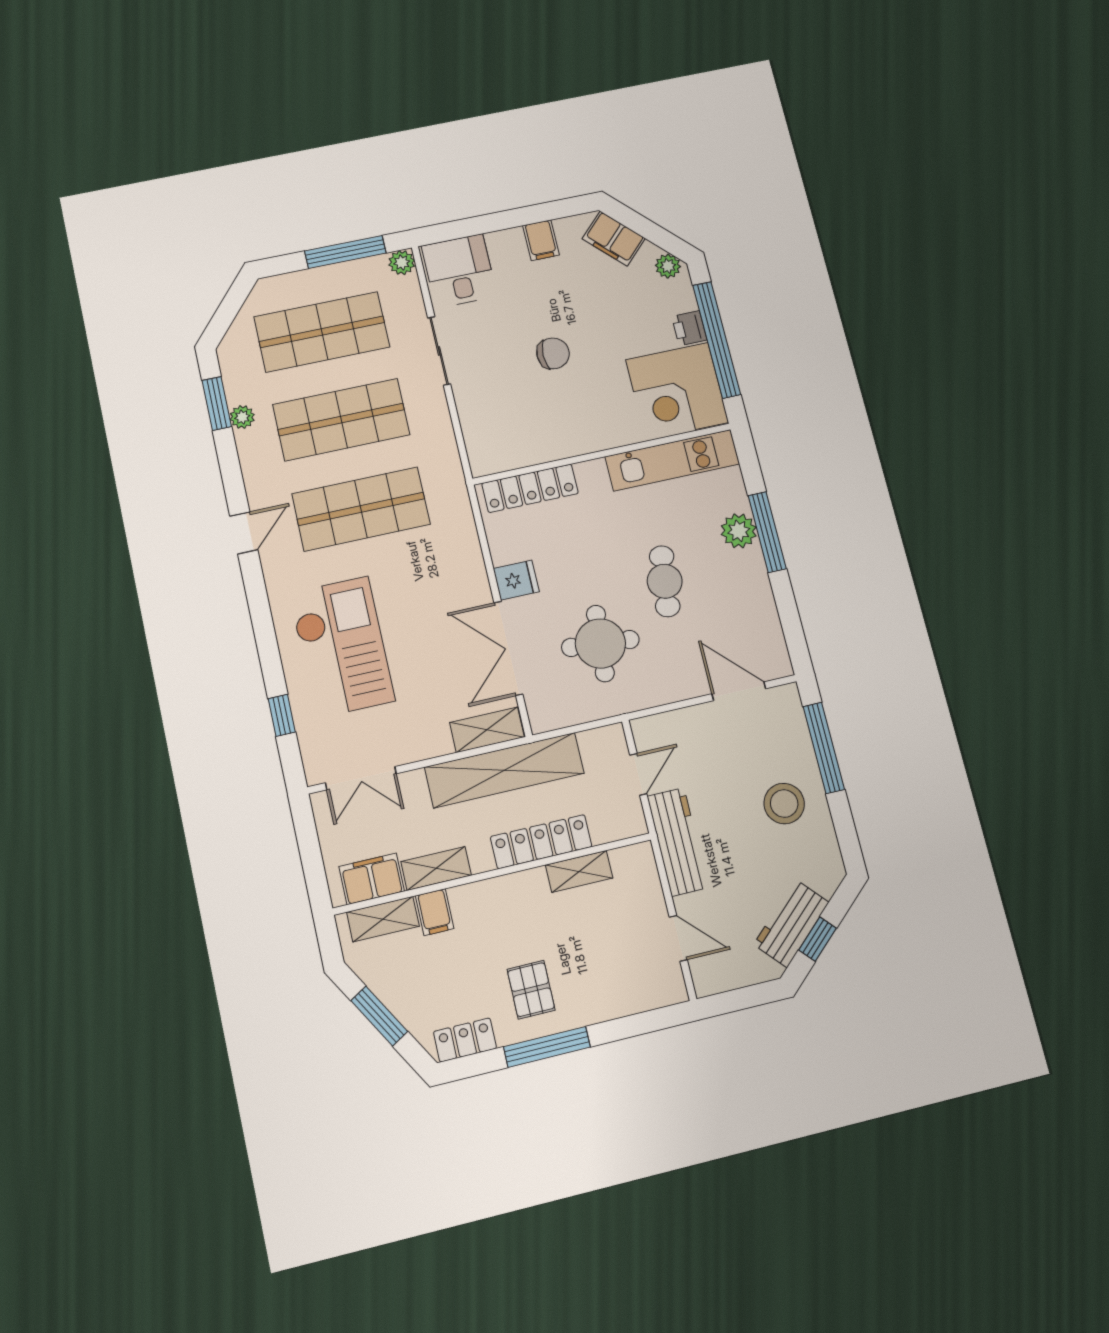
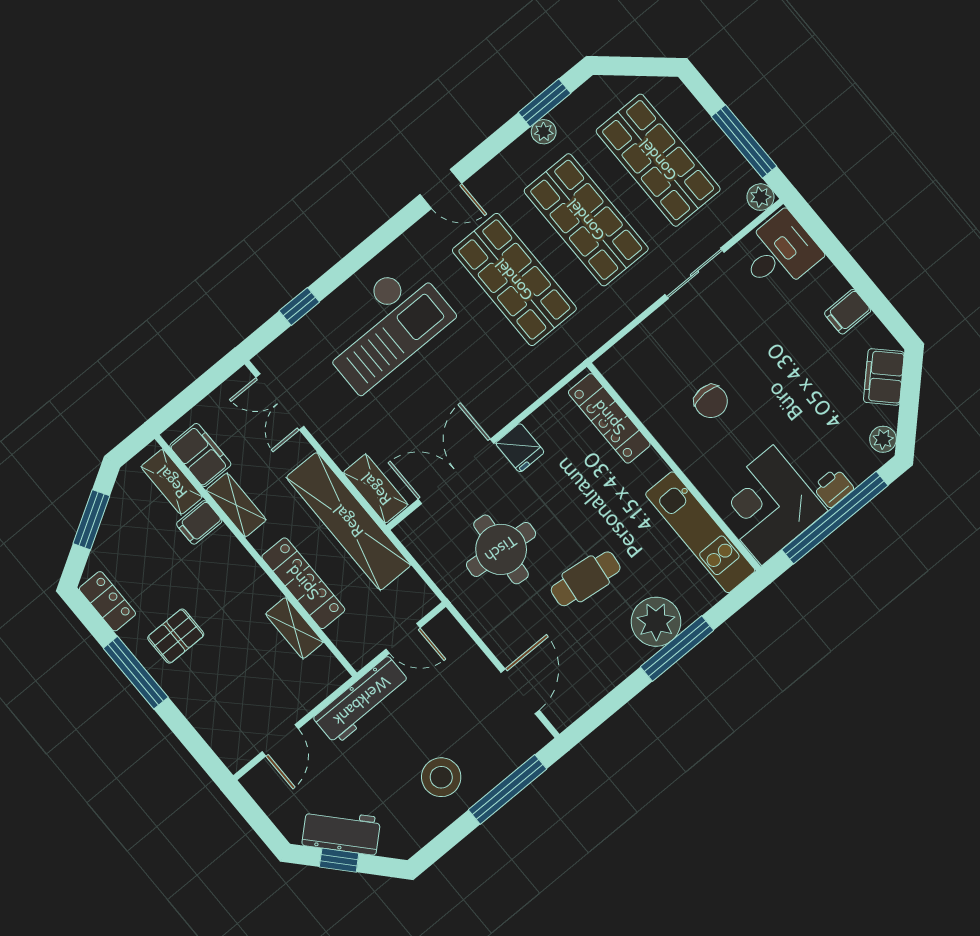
chair: (553, 353) -> (711, 401), moved
plant: (739, 531) -> (656, 622), width x1.36, depth x1.36

